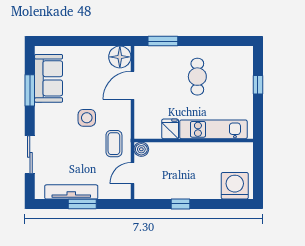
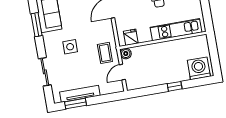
side table: (87, 118) -> (70, 47), moved
fridge: (170, 129) -> (131, 37), moved
window: (82, 204) -> (75, 104), moved
window: (180, 204) -> (175, 86), moved

